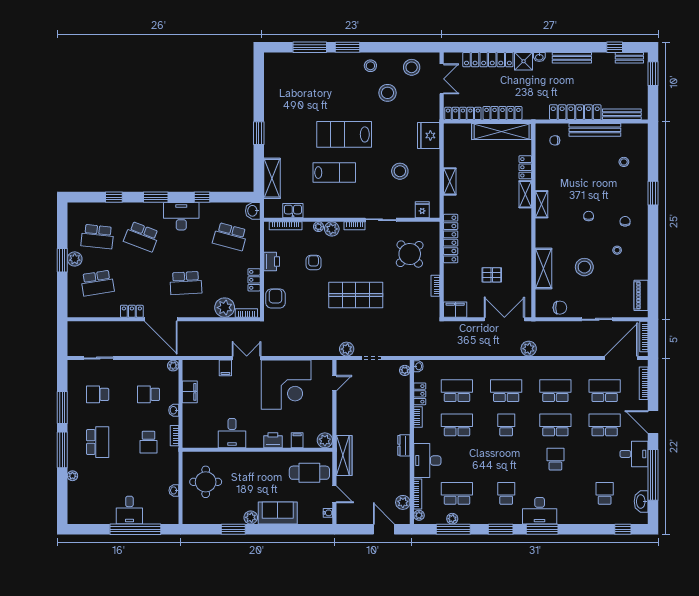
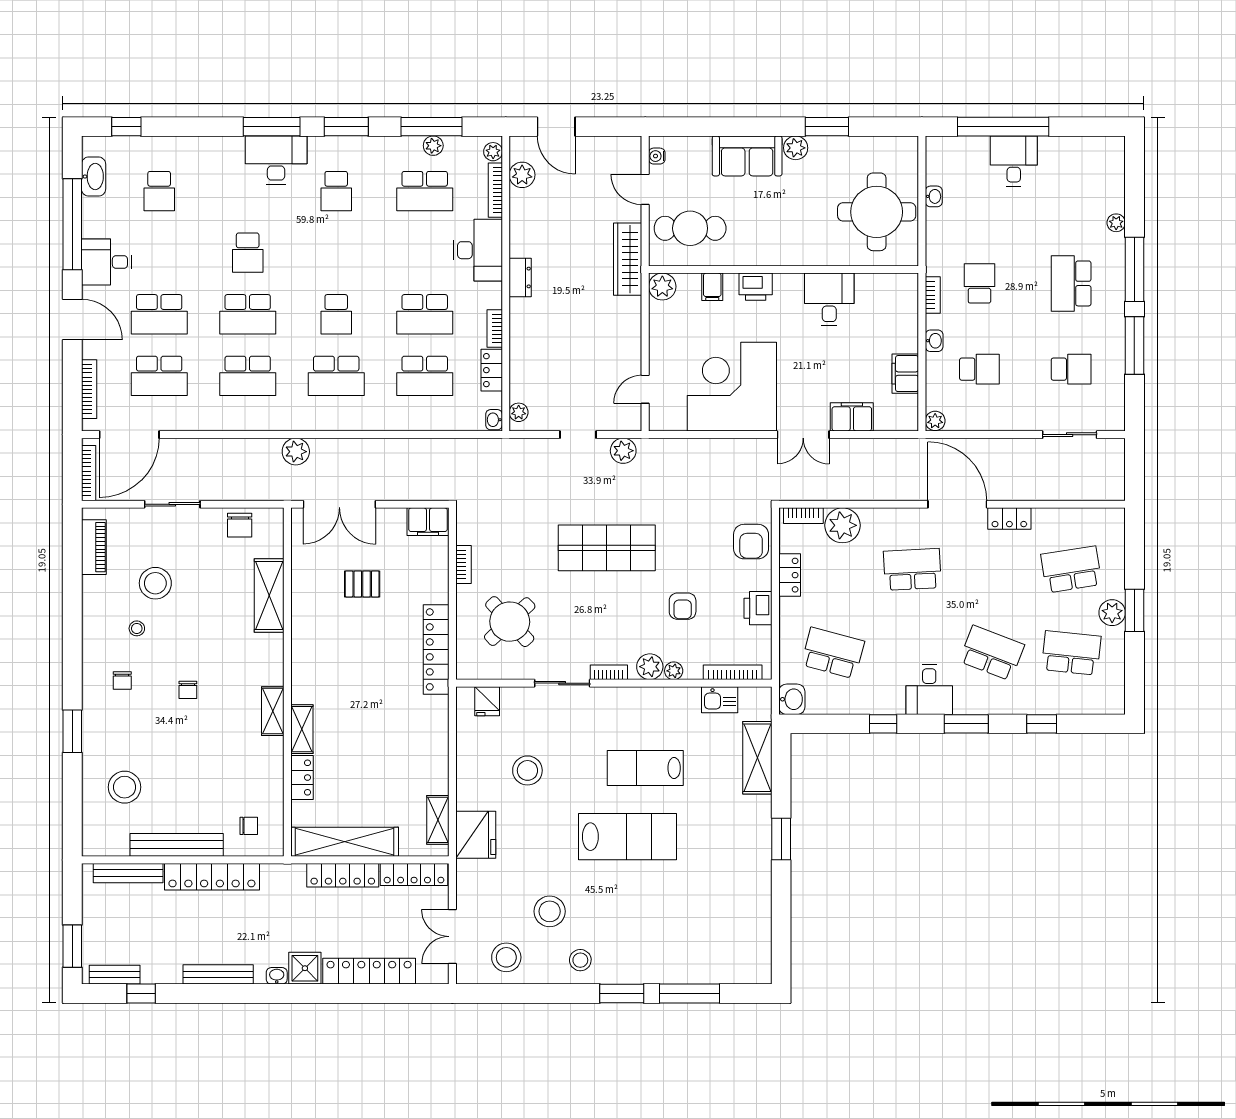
stool: (624, 162) -> (125, 787), width x1.89, depth x1.89
shelving: (450, 181) -> (438, 820), moved
desk: (181, 216) -> (929, 690), width x0.73
stool: (584, 267) -> (155, 583), moved
chair: (560, 308) -> (240, 525), turned -90
filing cabinet: (225, 368) -> (852, 417), width x2.00
round table: (206, 482) -> (877, 212), width x1.36, depth x1.36

